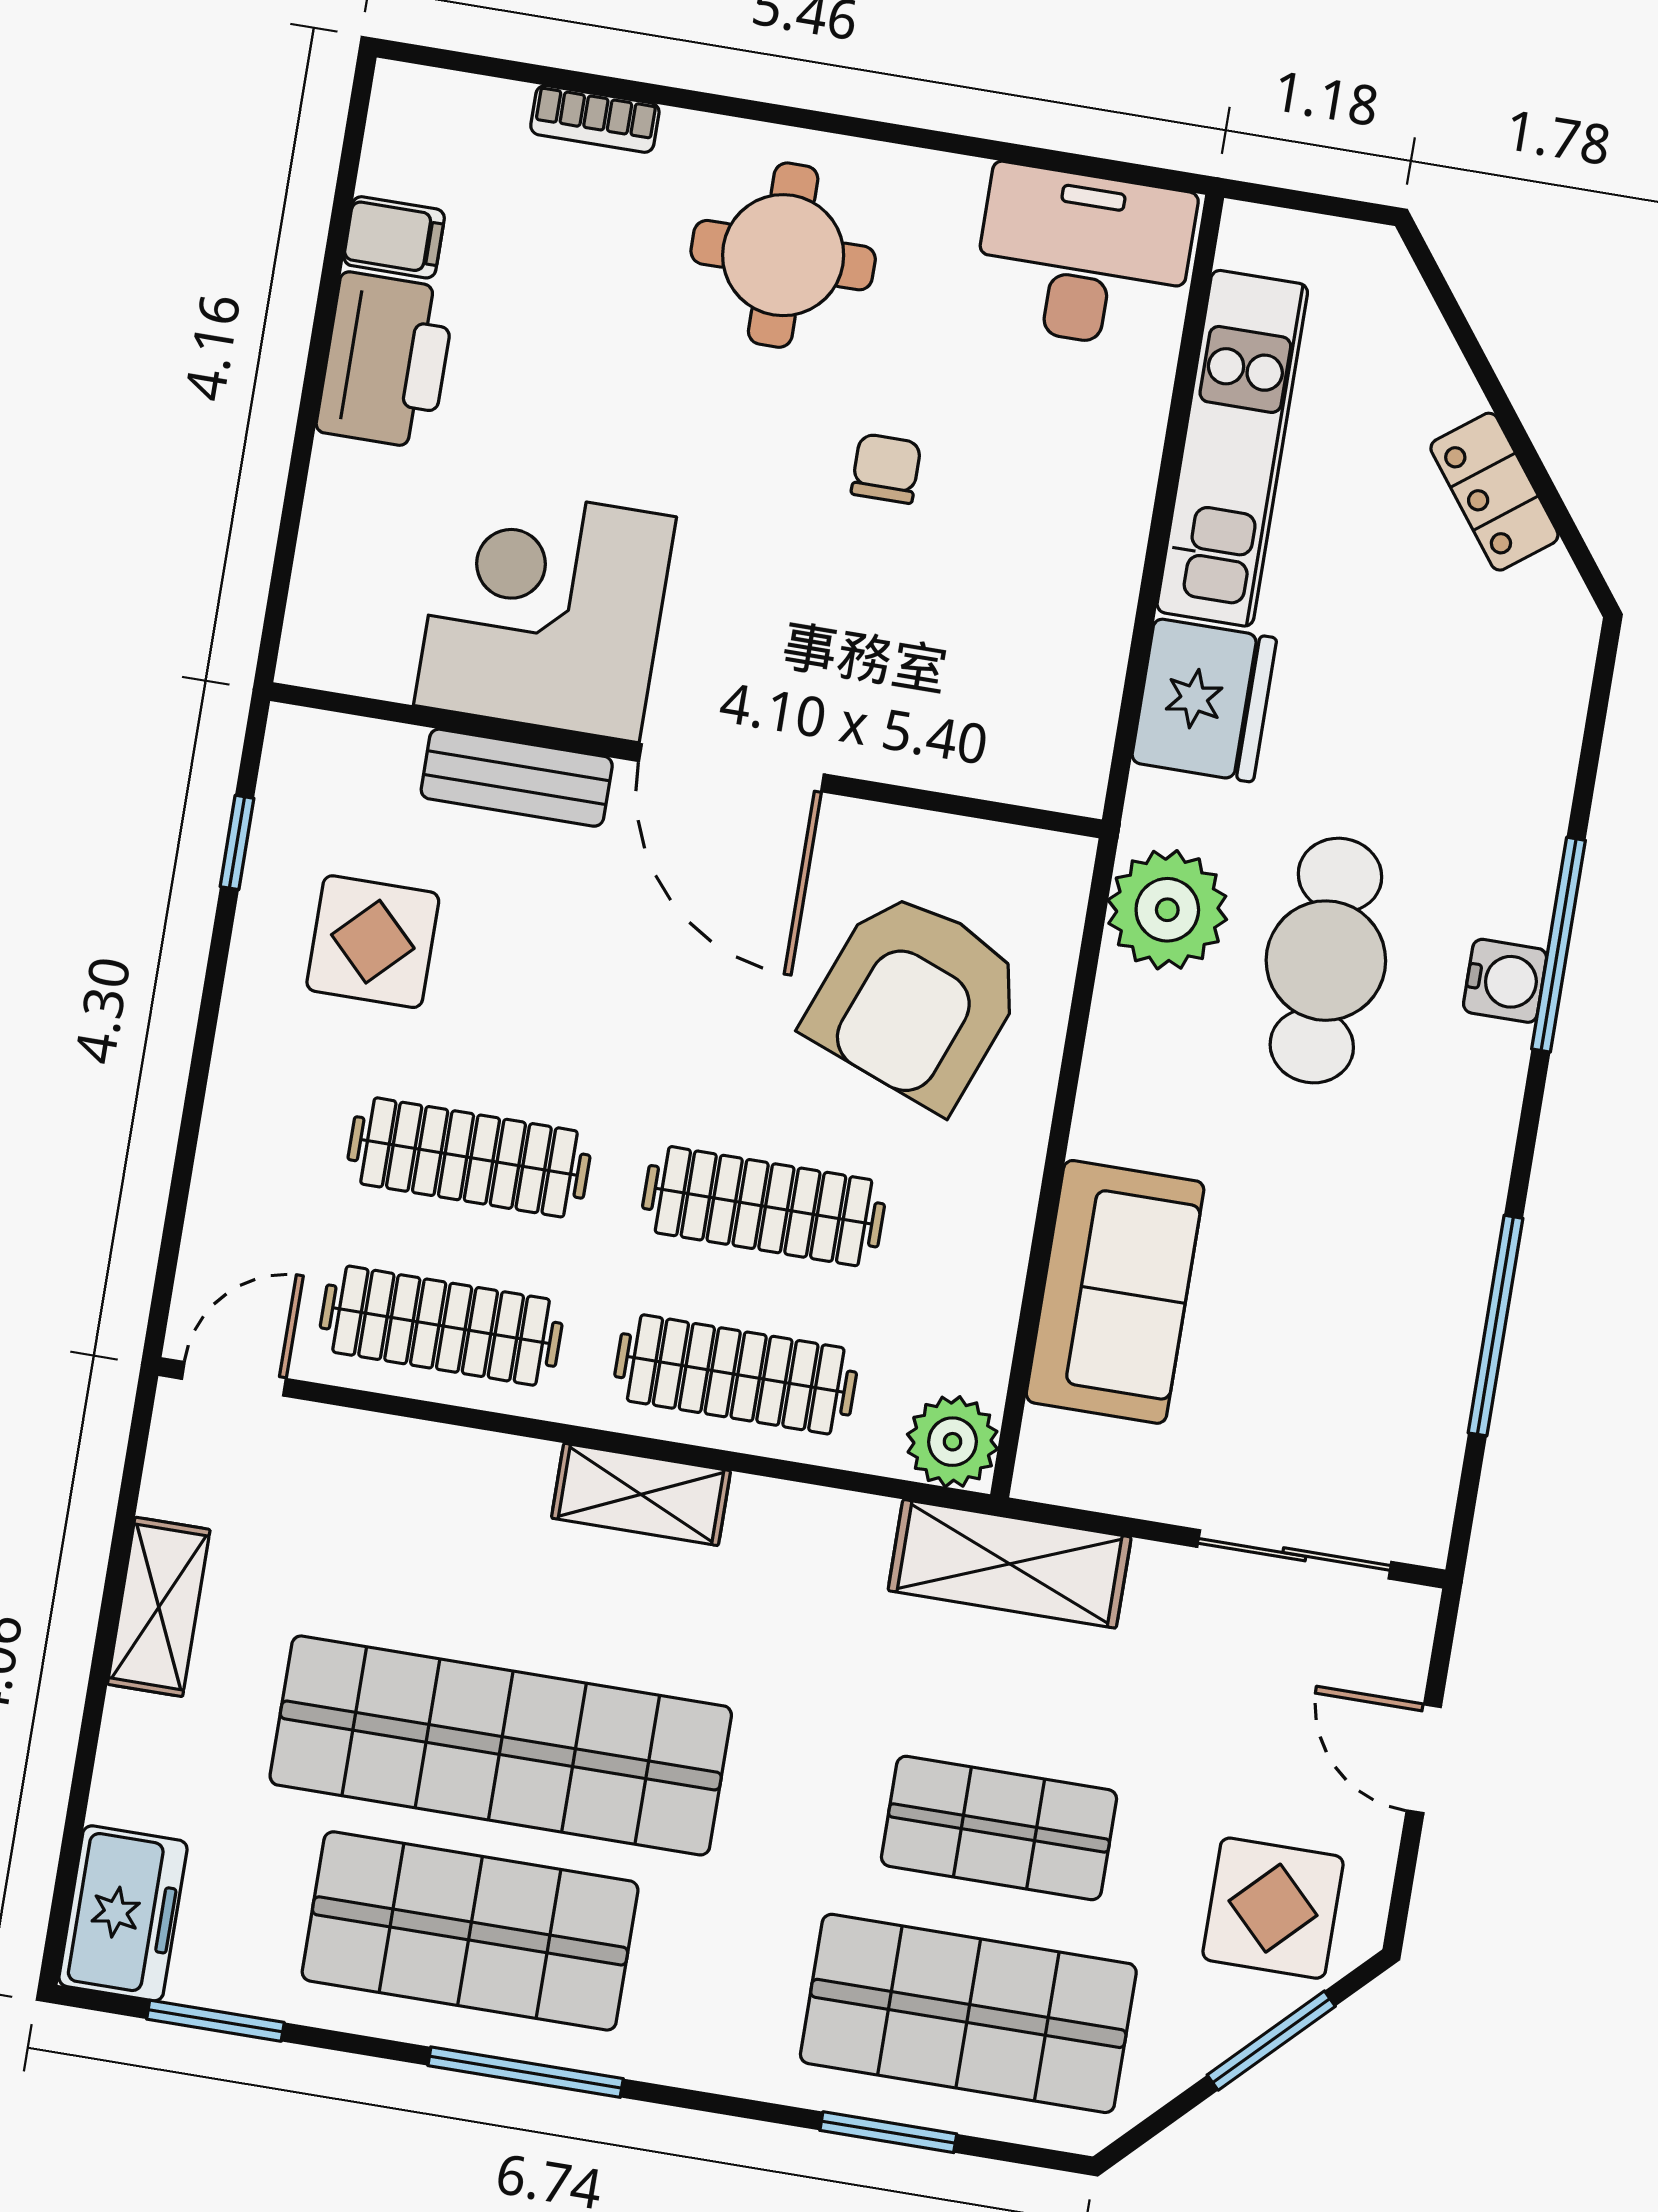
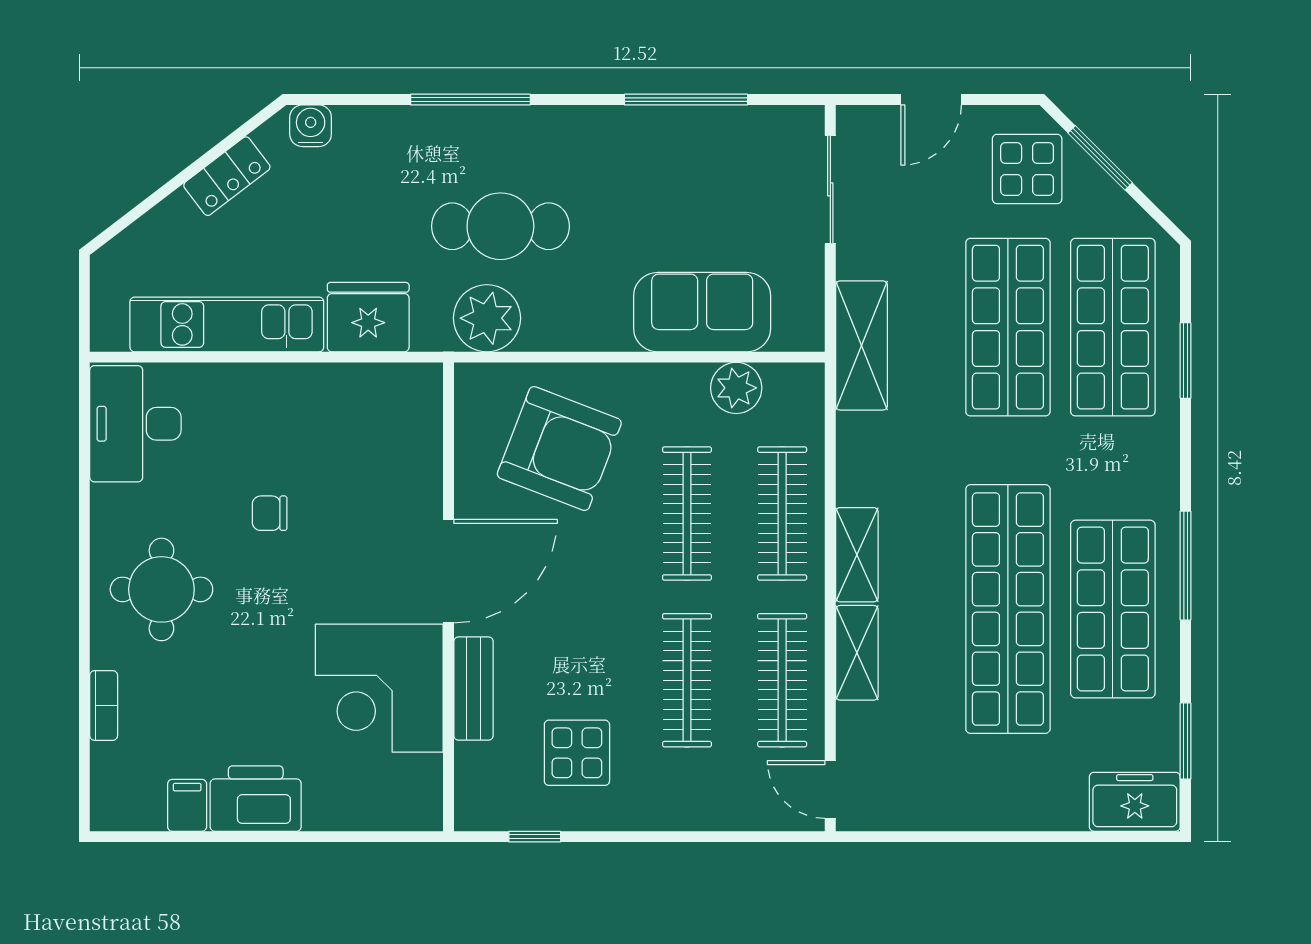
water cooler: (1505, 981) -> (311, 126), moved
plant: (953, 1442) -> (736, 388), moved
shelving: (159, 1607) -> (857, 653), moved, turned 90
shop shelf: (999, 1828) -> (1008, 327), width x1.43, depth x1.36

